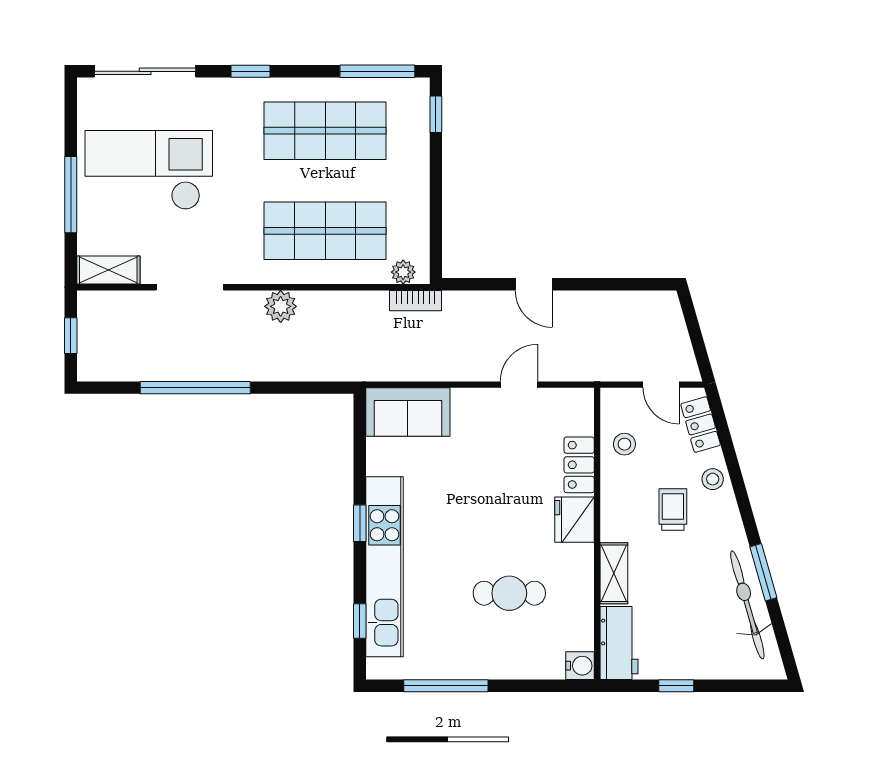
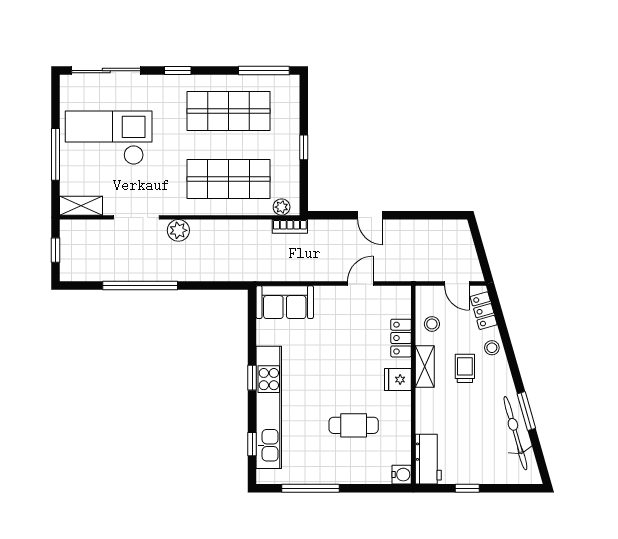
window: (436, 114) -> (304, 147), moved
plant: (281, 306) -> (178, 230), moved
fridge: (574, 520) -> (398, 380), width x0.72
shelving: (614, 573) -> (425, 367), moved

